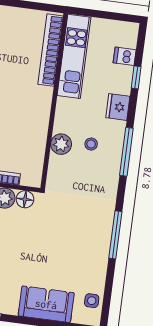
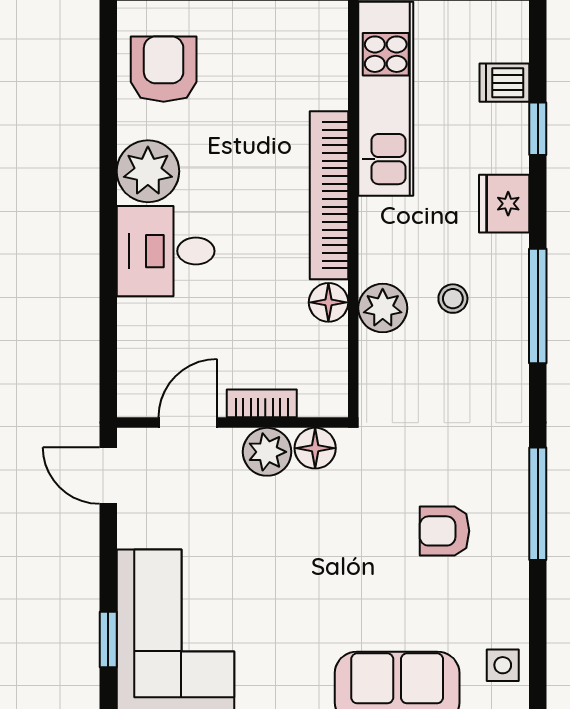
bookcase: (51, 50) -> (329, 195), moved
floor lamp: (39, 139) -> (328, 302), added
armchair: (75, 241) -> (444, 531), added

